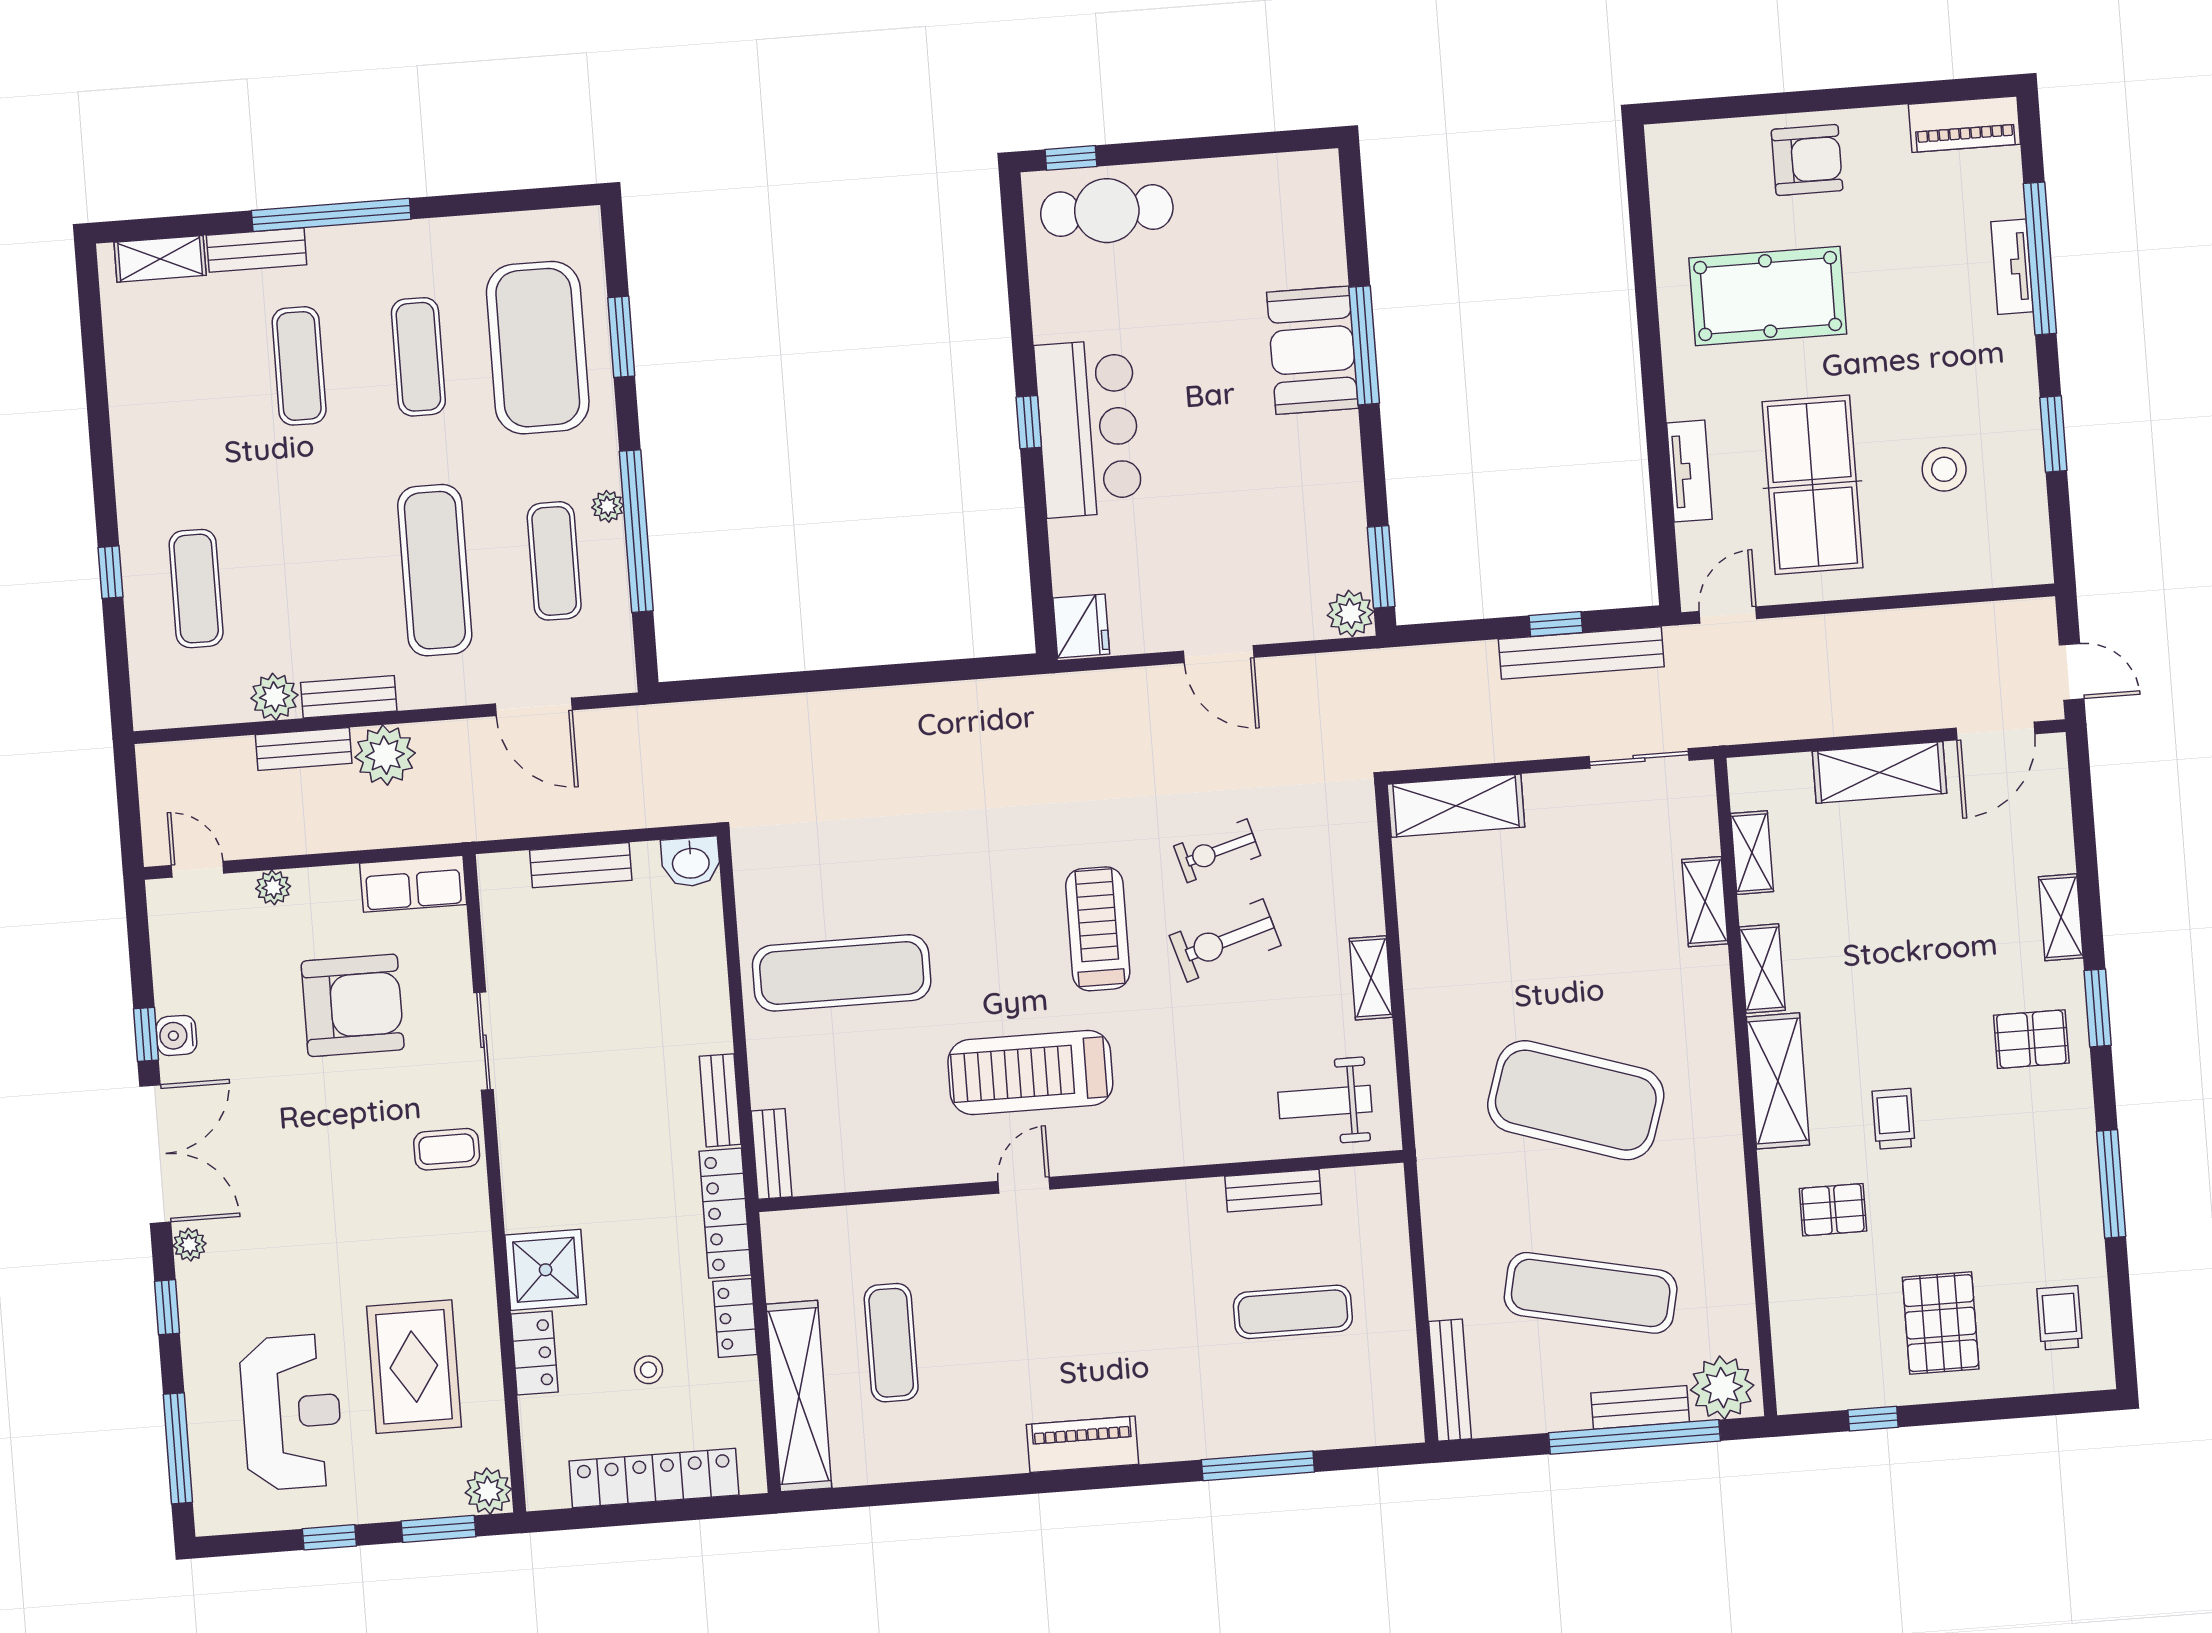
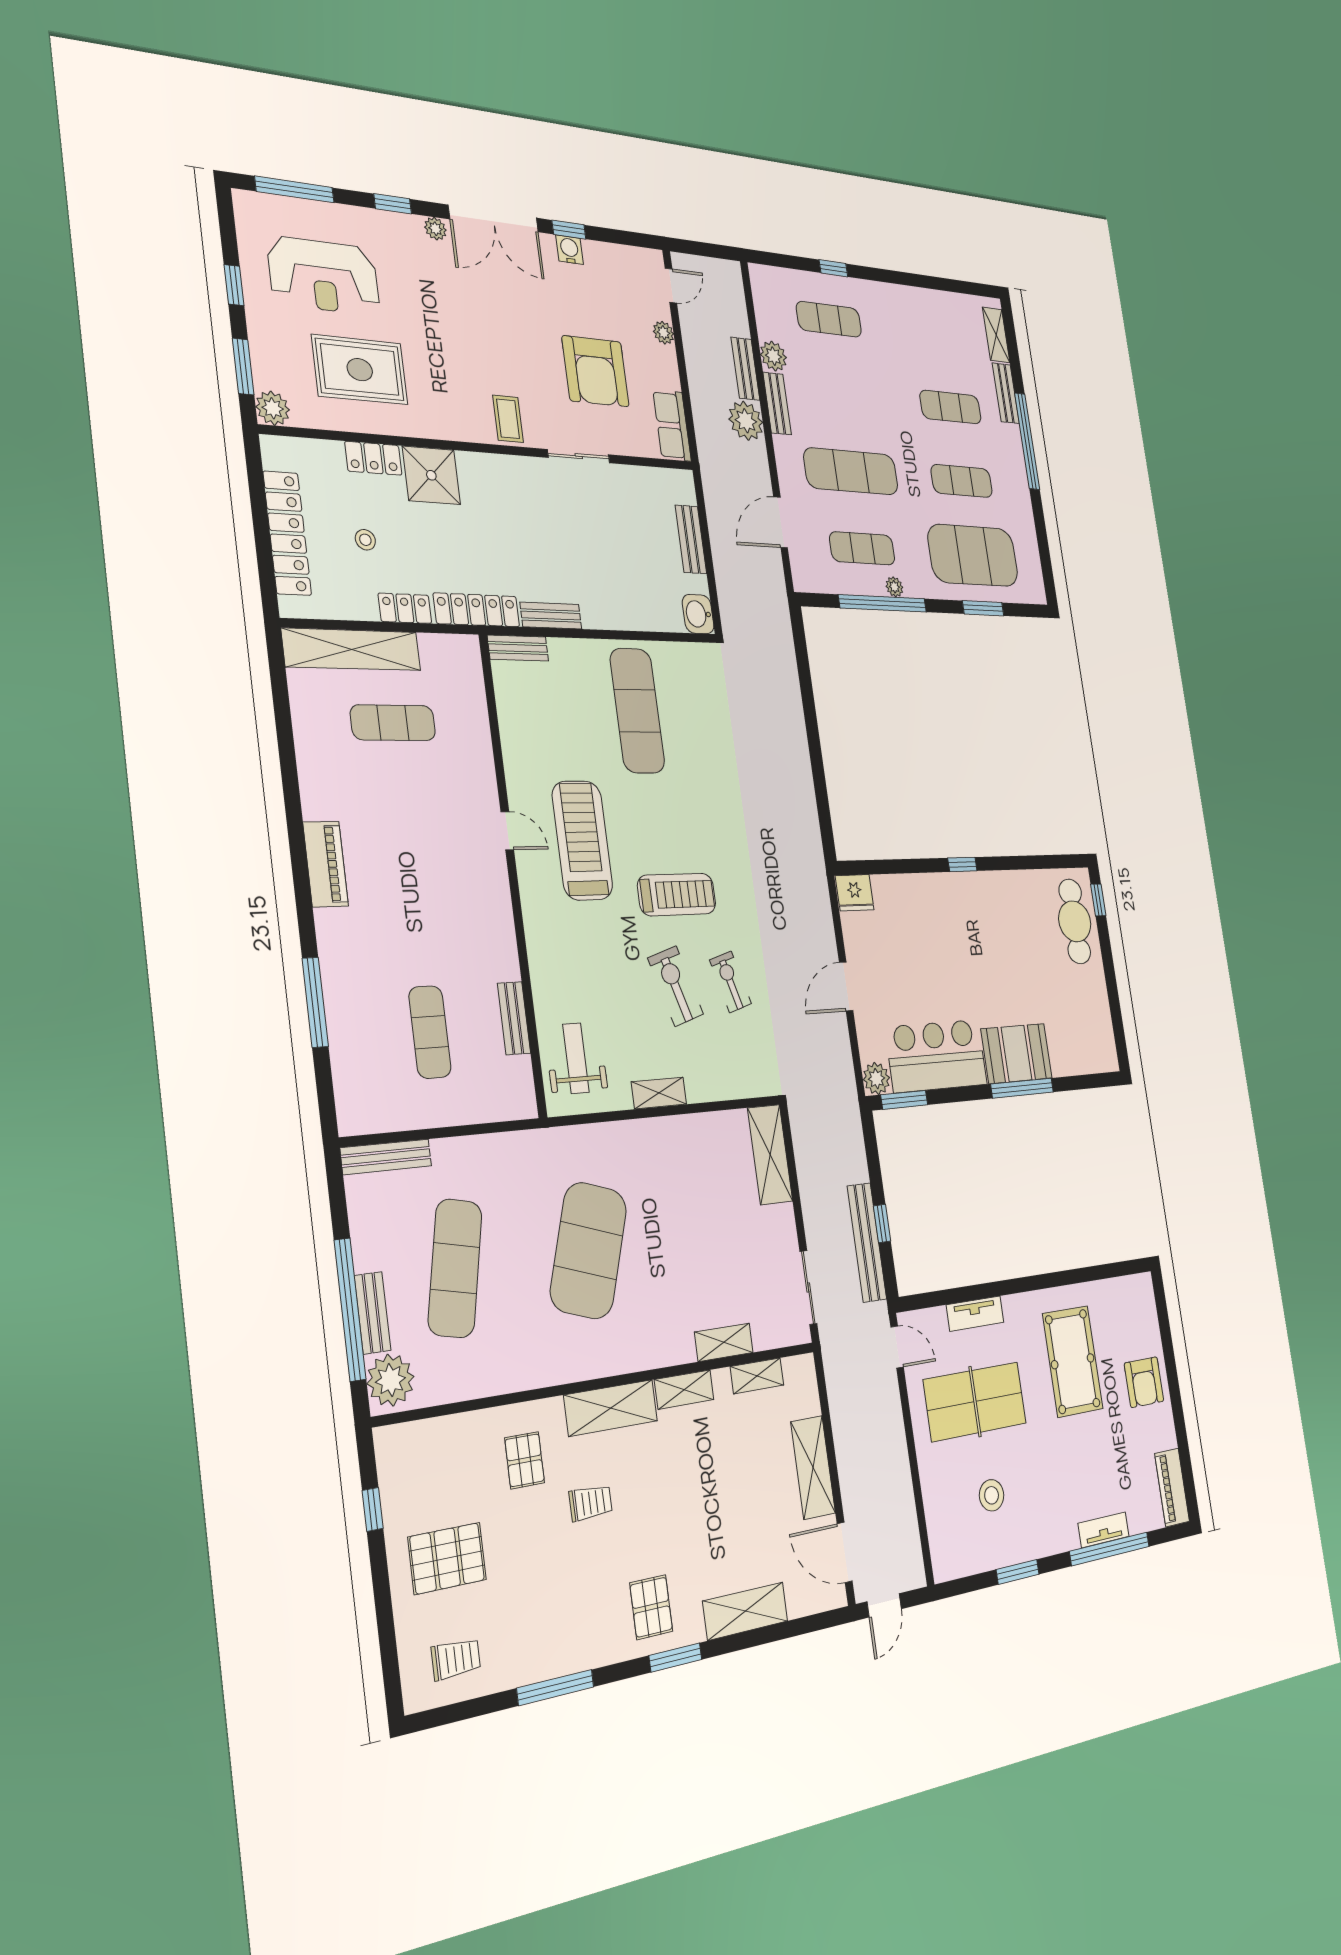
bar counter: (1088, 428) -> (936, 1056), moved, turned 180
shelving: (2061, 917) -> (745, 1611), width x1.50, depth x1.33

